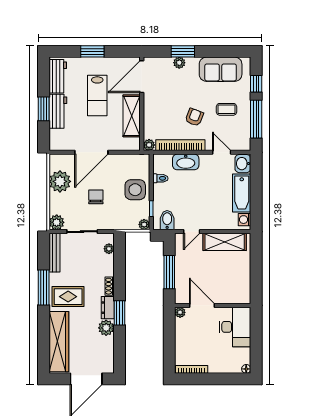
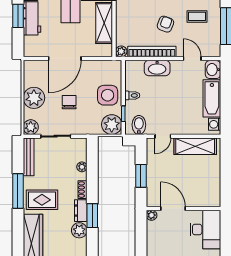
toilet: (160, 178) -> (132, 95), moved
plant: (60, 181) -> (34, 98), moved
plant: (144, 224) -> (112, 125), width x1.87, depth x1.87
plant: (109, 249) -> (82, 167), moved
window: (169, 272) -> (141, 176), width x0.69

